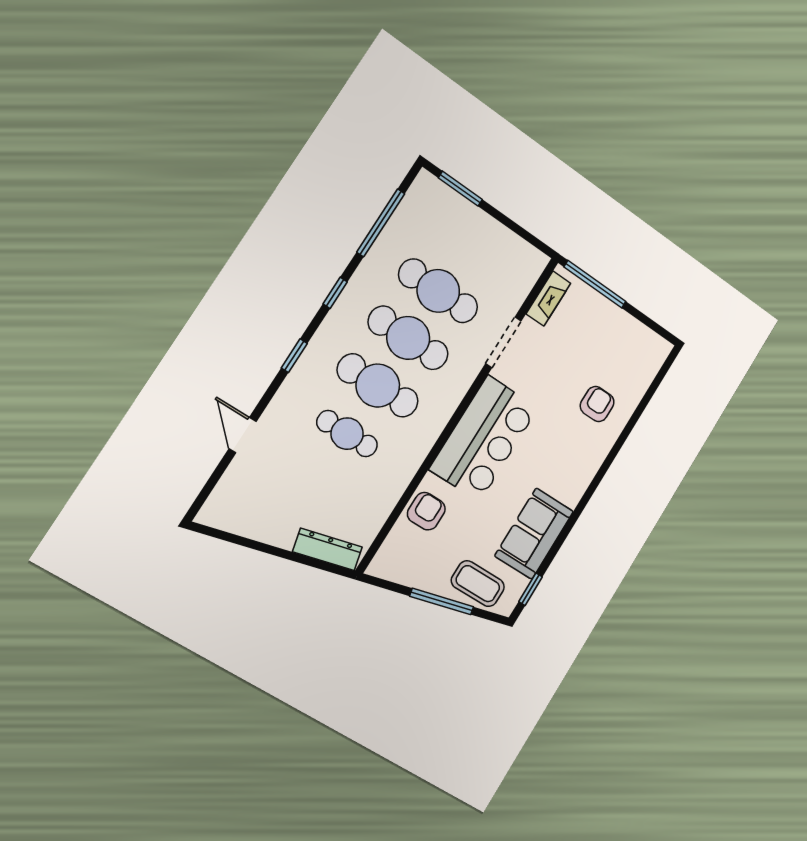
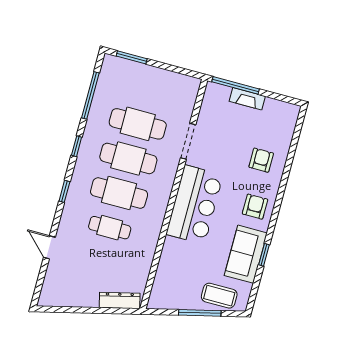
fireplace: (548, 299) -> (247, 99), moved, turned 90
armchair: (426, 511) -> (255, 207), moved
window: (531, 589) -> (264, 255), moved

